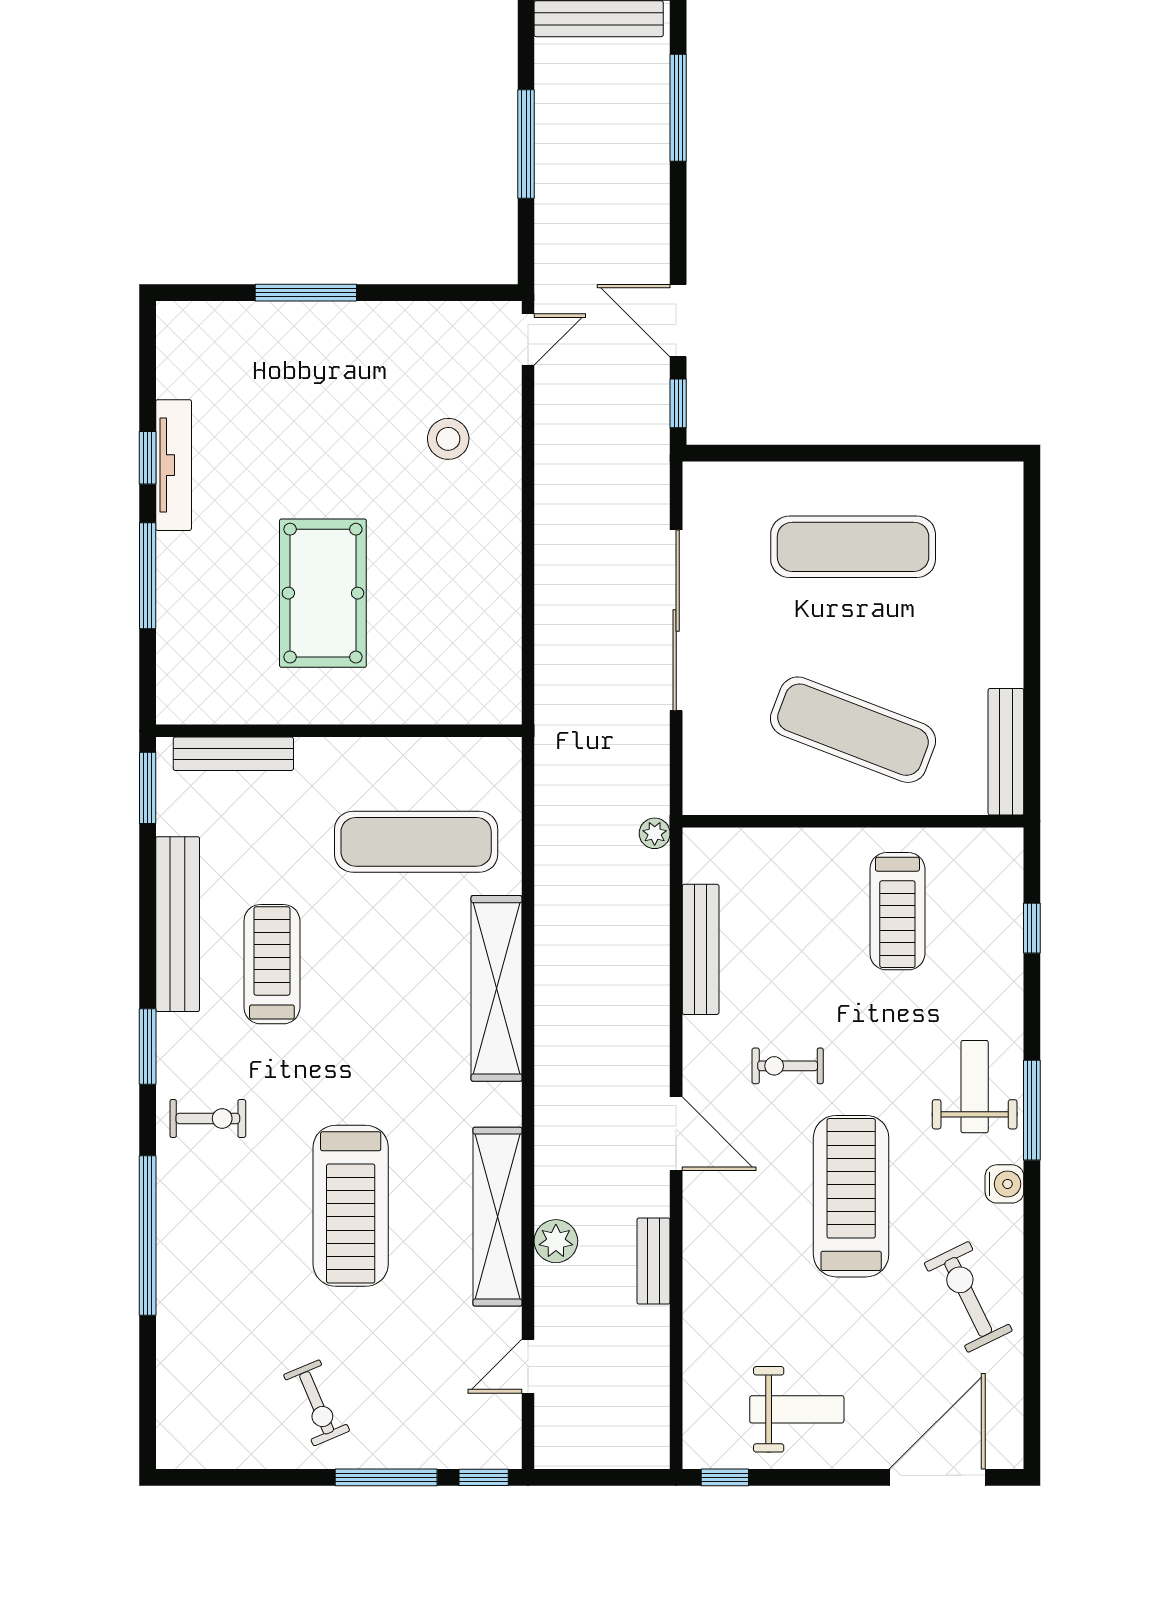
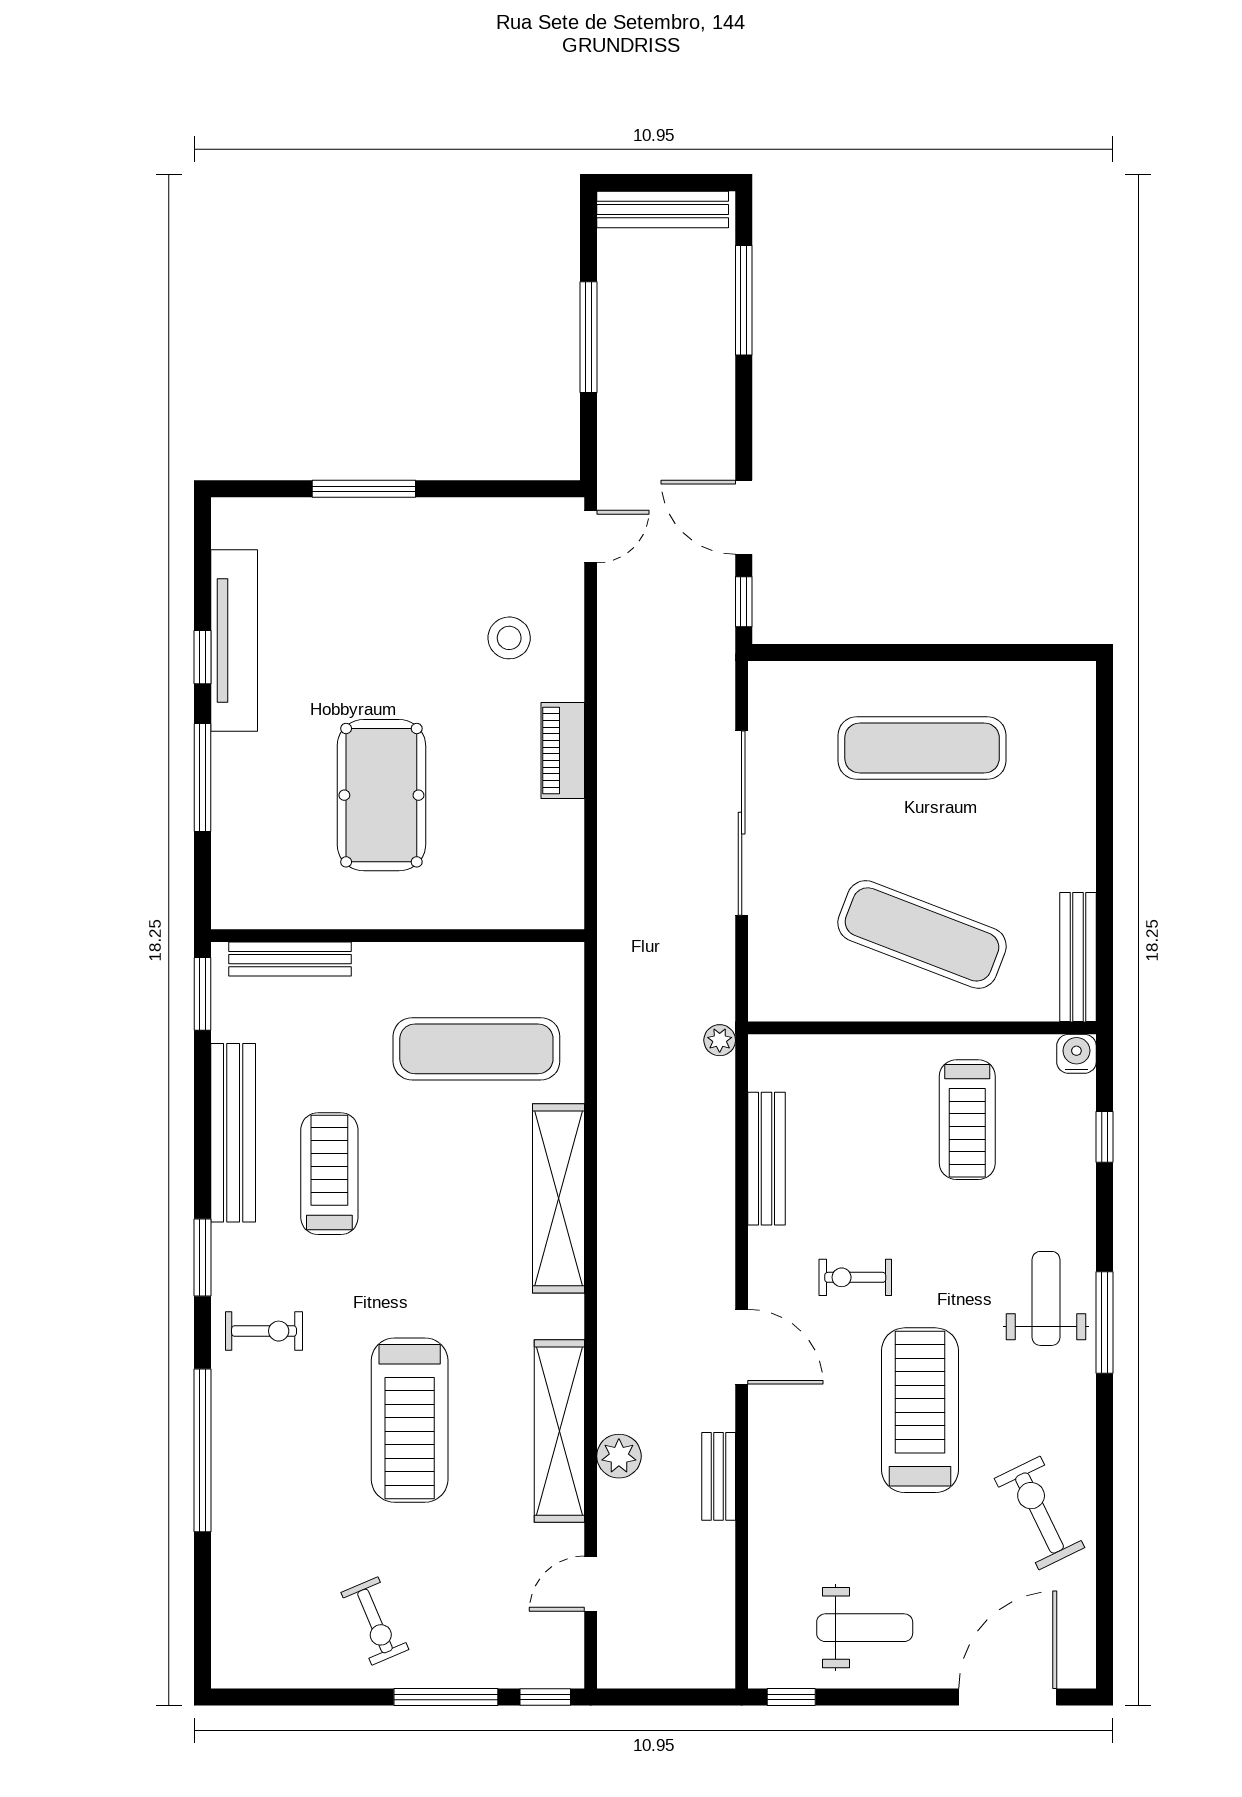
tv unit: (174, 465) -> (234, 640), width x1.36, depth x1.29
piano: (501, 549) -> (563, 751), added
water cooler: (1004, 1184) -> (1076, 1054), moved, turned -90

